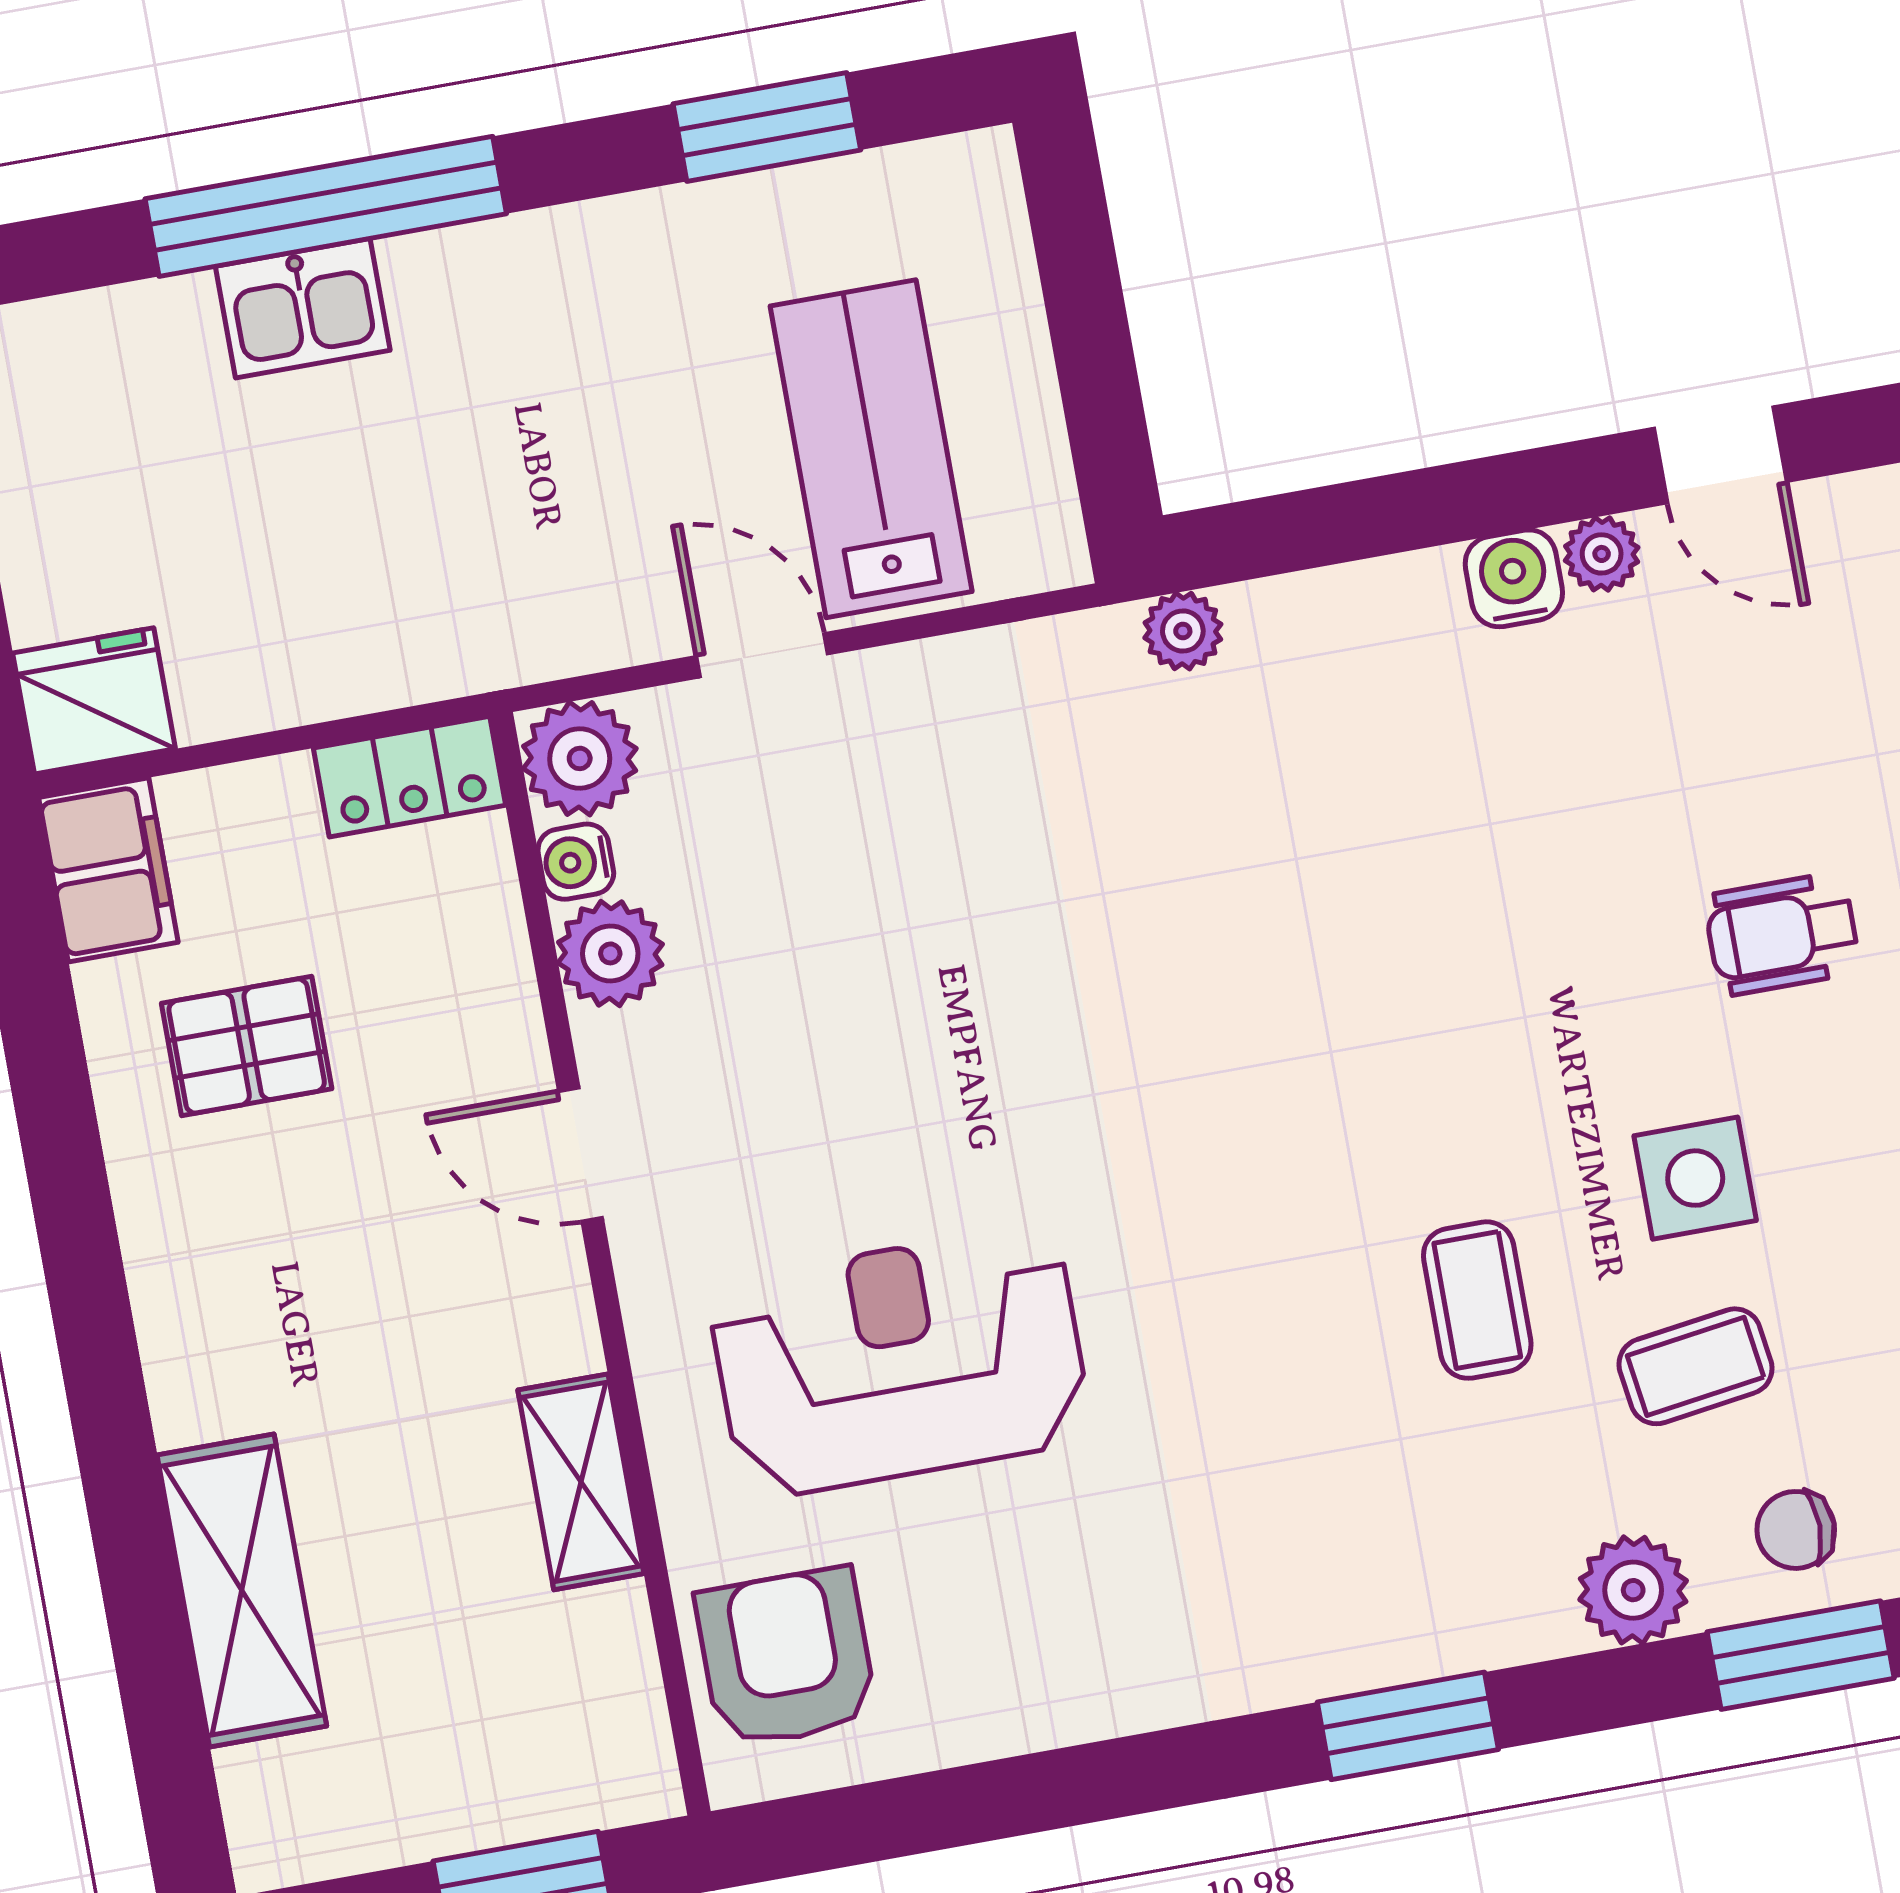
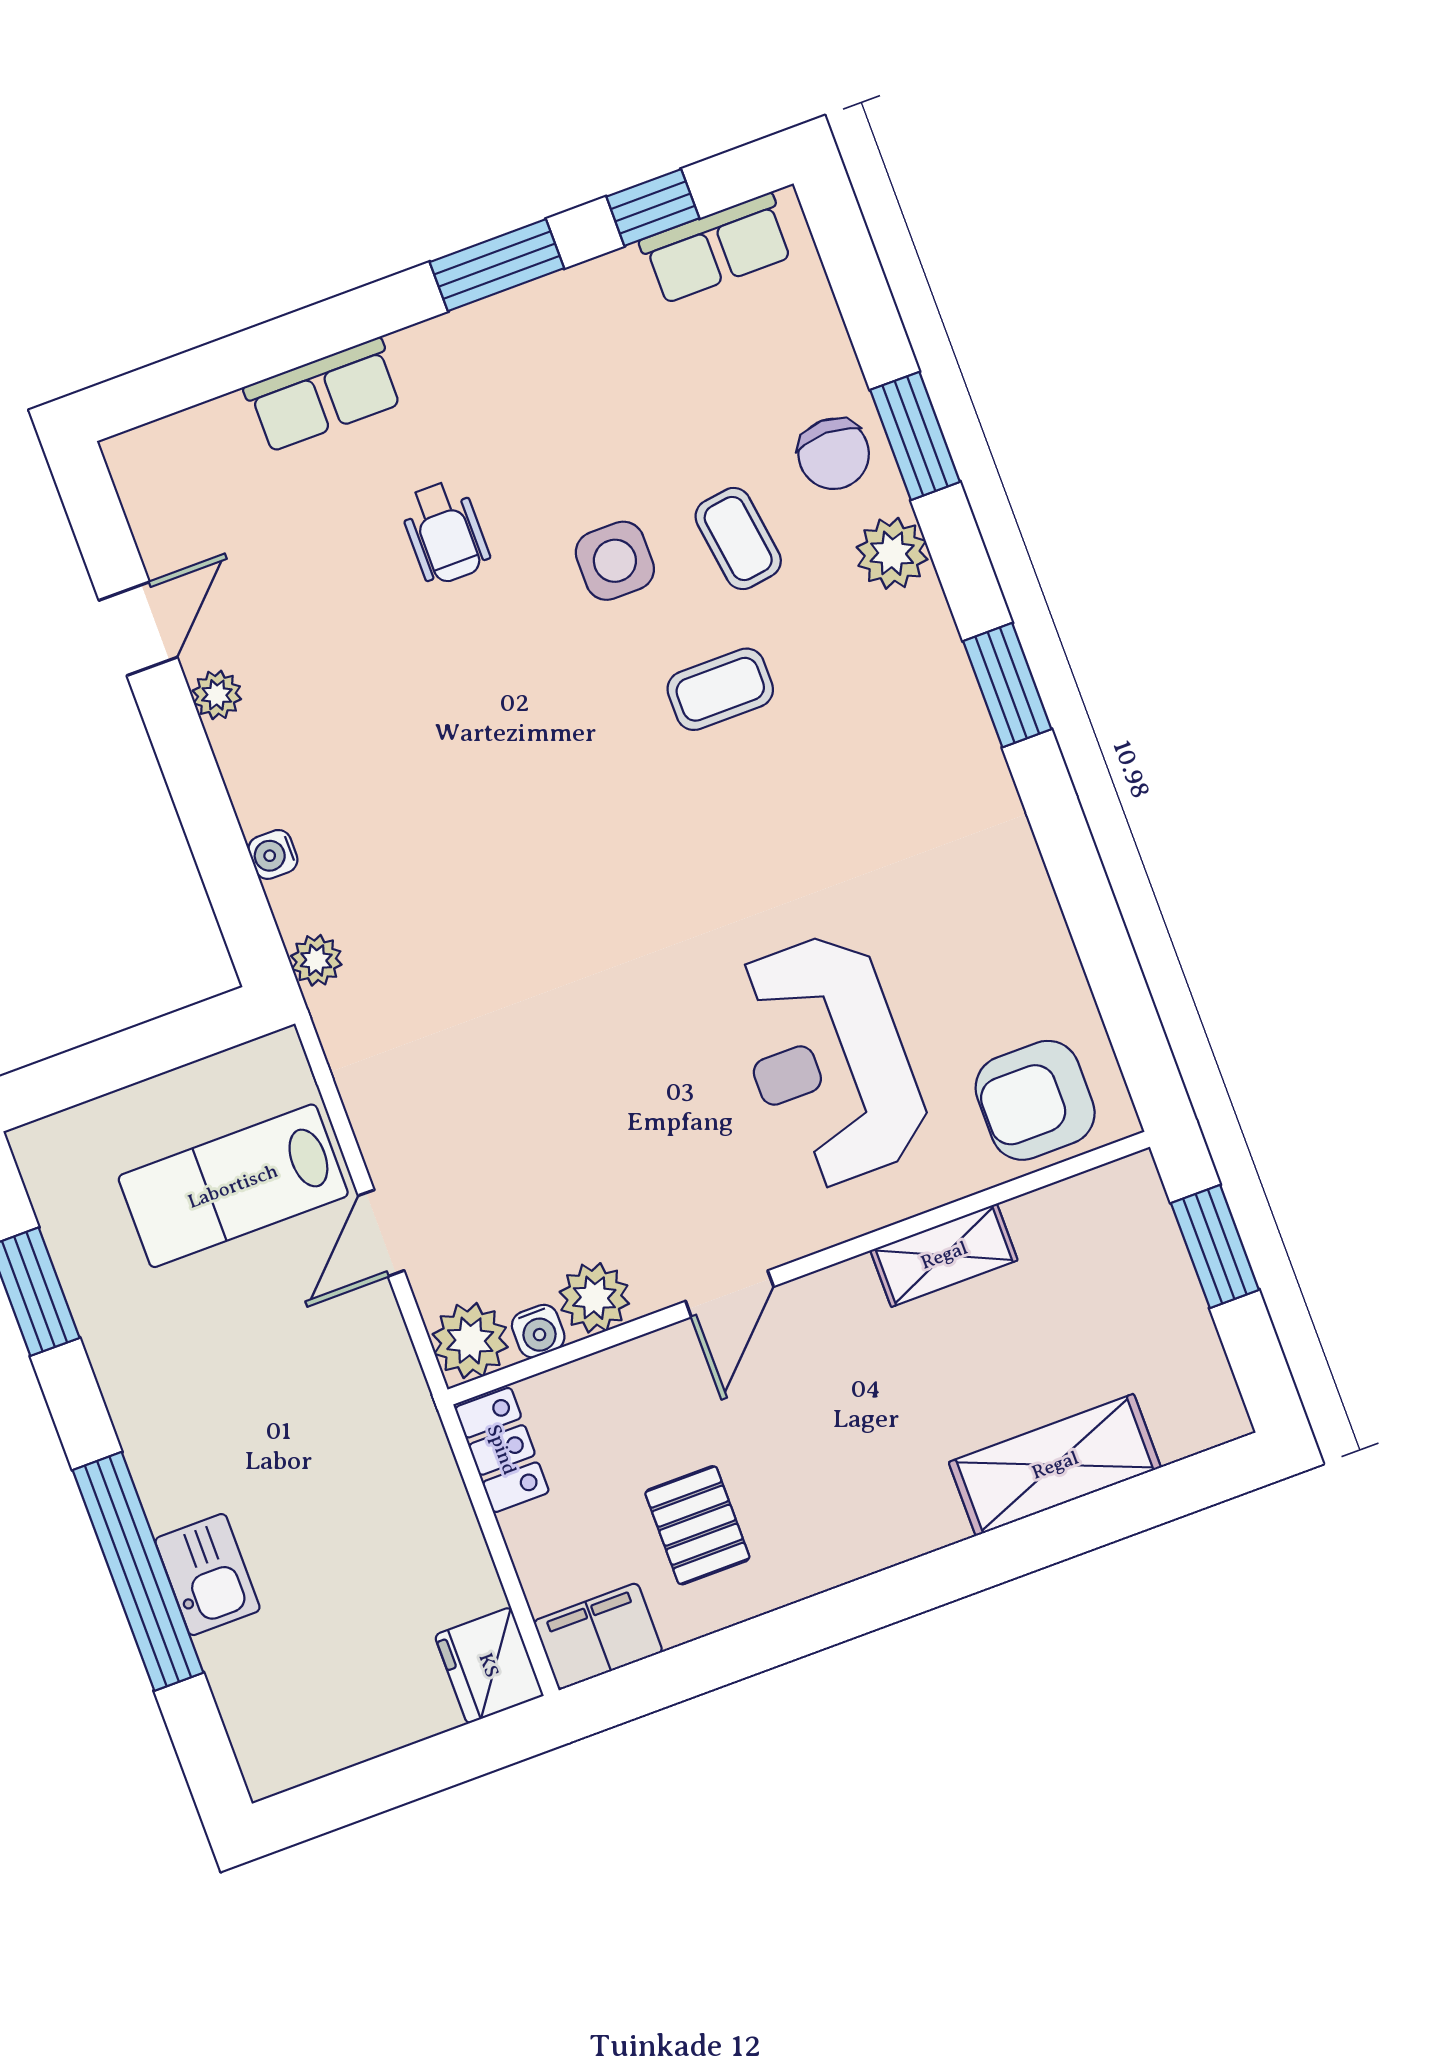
water cooler: (1514, 578) -> (273, 854), moved, width x0.72, depth x0.72
chair: (1796, 1530) -> (834, 454), width x1.37, depth x1.37

